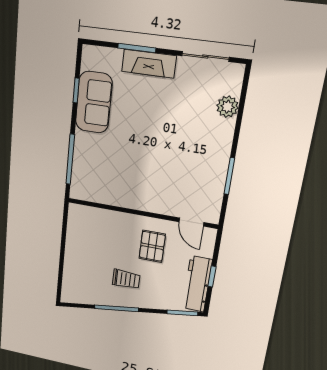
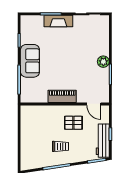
sofa: (94, 102) -> (30, 61), moved
plant: (227, 107) -> (103, 62), moved
piano: (139, 200) -> (62, 96), added
pallet: (152, 246) -> (73, 123), turned 90

